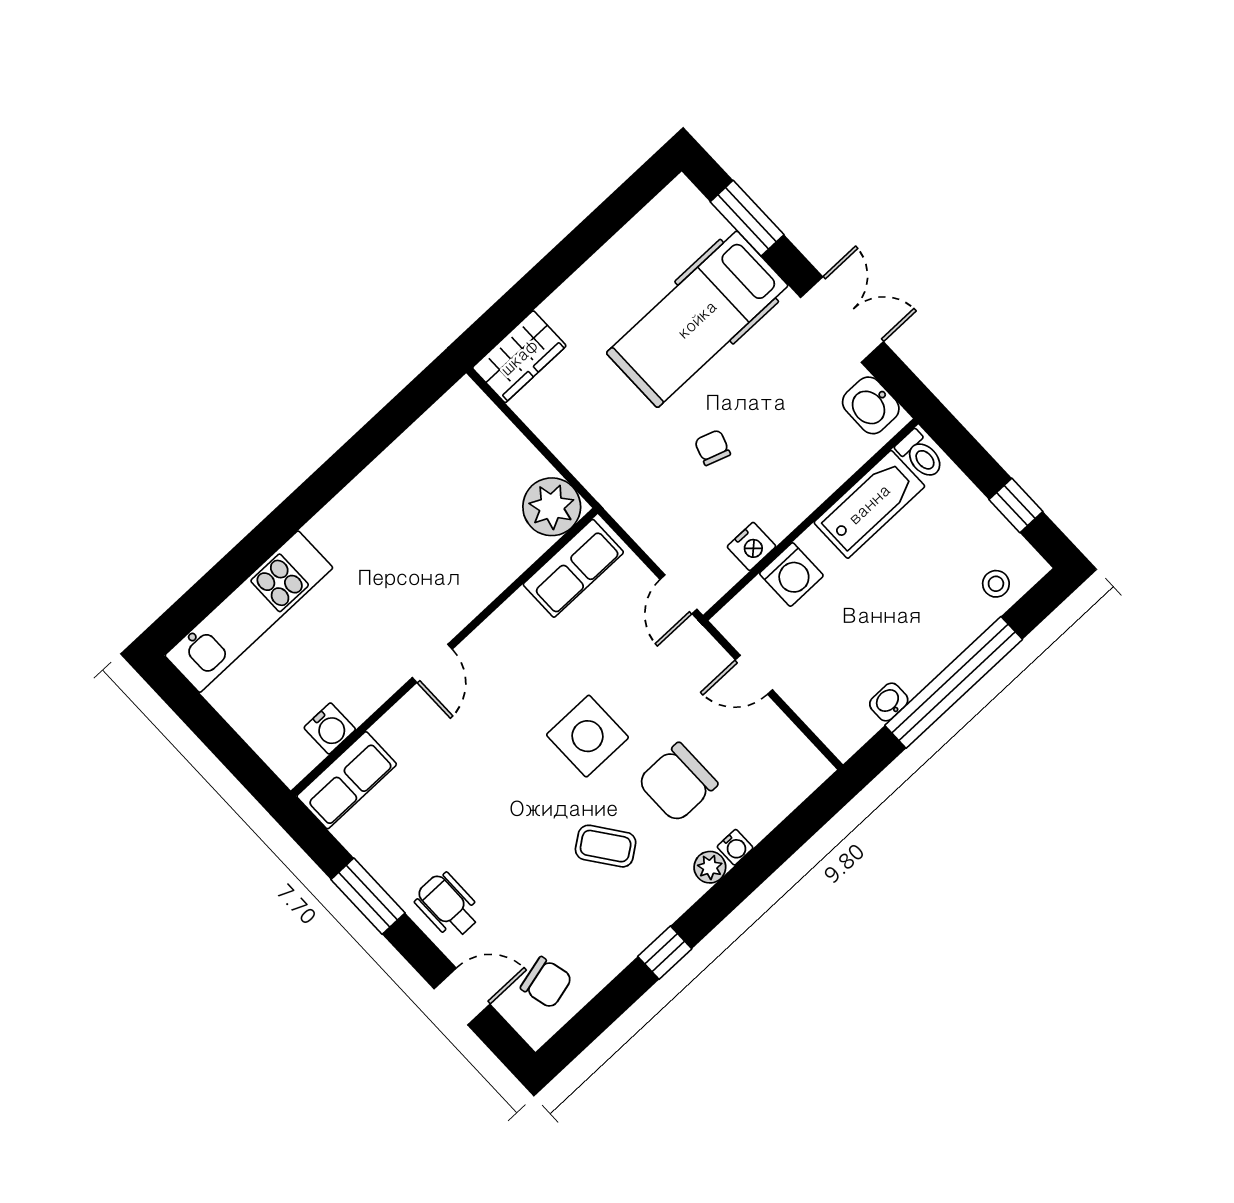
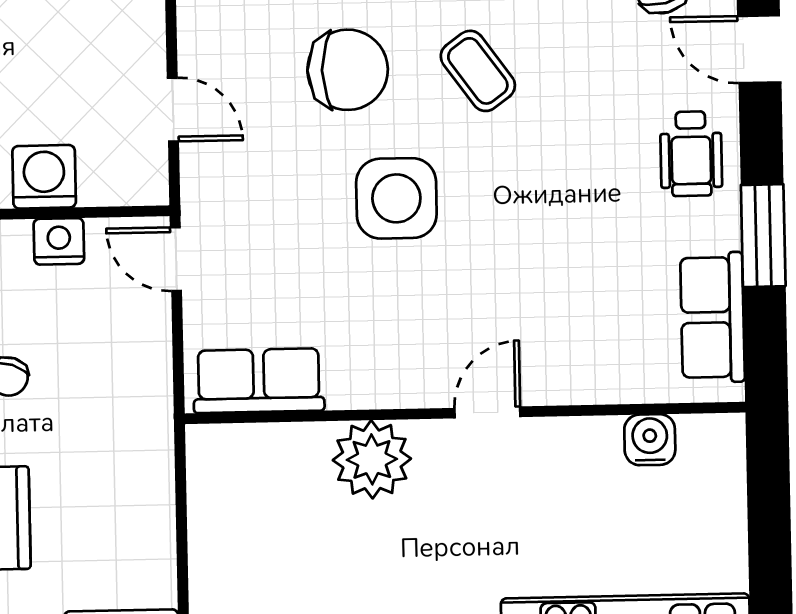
plant: (552, 507) -> (372, 459), moved
door: (679, 594) -> (176, 259), swing flipped
row of seats: (347, 780) -> (712, 317), moved, turned -90

